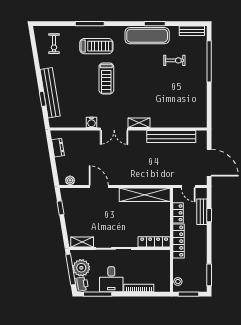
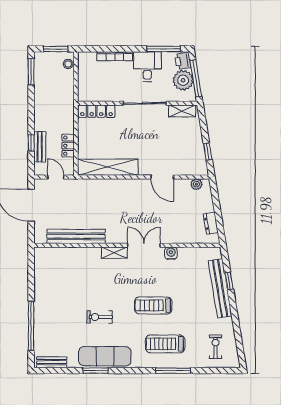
exercise bike: (174, 60) -> (100, 317), moved
treadmill: (106, 78) -> (153, 305), turned -90
locker: (178, 241) -> (67, 112), removed

